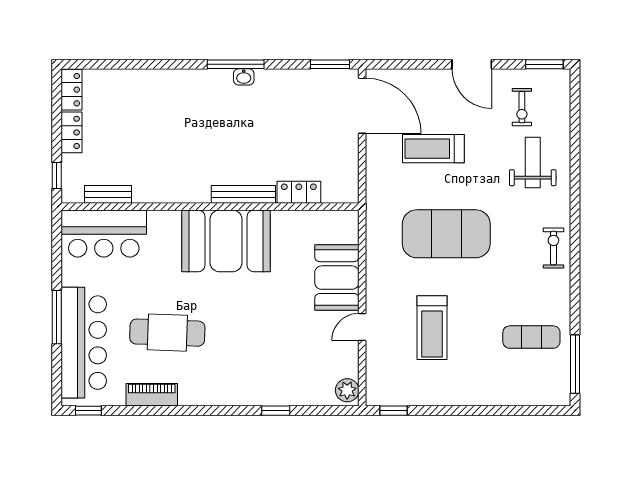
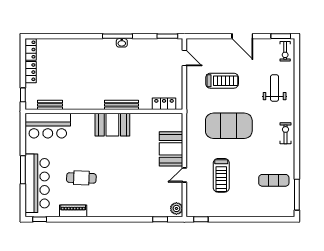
door: (362, 106) -> (184, 58), width x0.53
exercise bike: (522, 107) -> (285, 51), moved
treadmill: (433, 149) -> (222, 81), turned 180
locker: (299, 192) -> (164, 104), moved
booth: (226, 241) -> (112, 125), width x0.73, depth x0.70
cafe table: (167, 333) -> (81, 178), width x0.73, depth x0.74
window: (276, 411) -> (160, 219), moved

